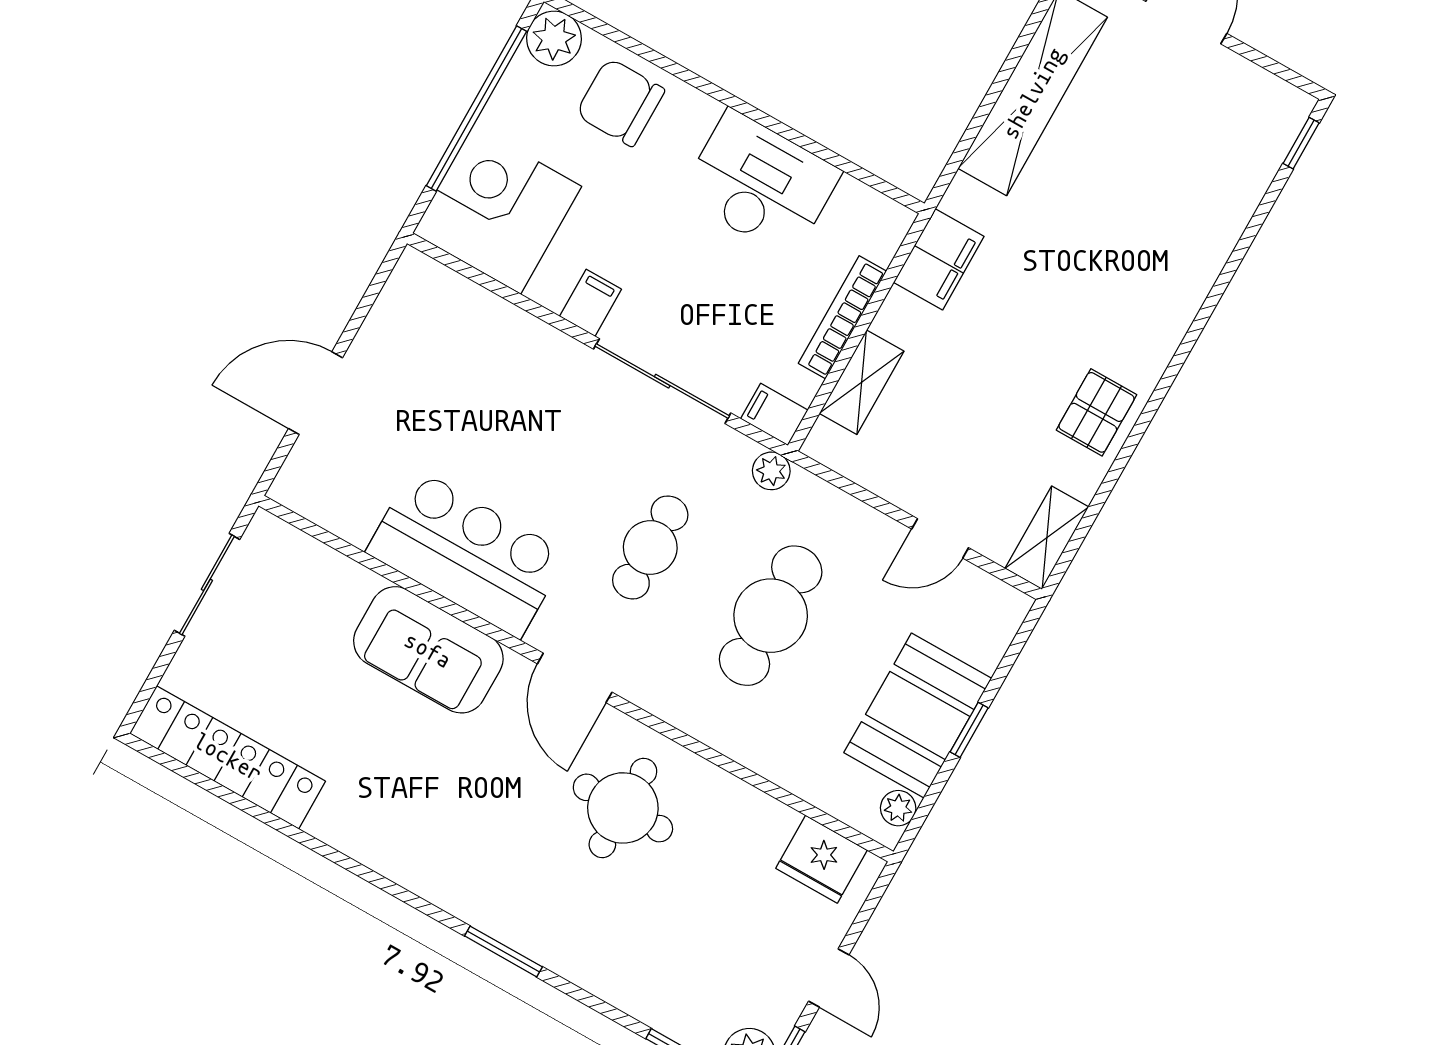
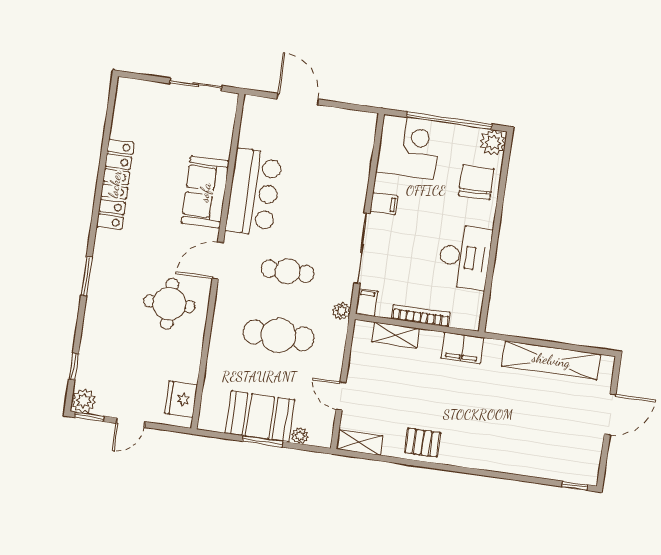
window: (969, 730) -> (263, 441), width x1.50
locker: (228, 757) -> (115, 184), moved
plant: (898, 808) -> (300, 436), moved

